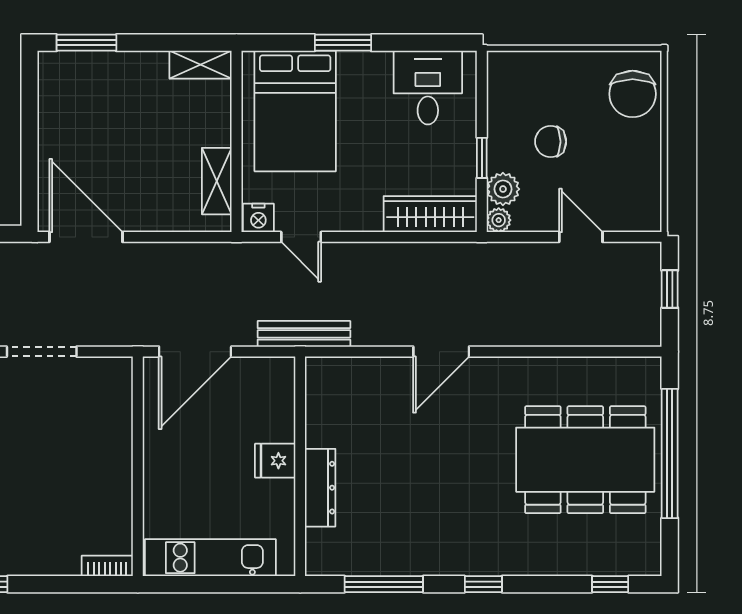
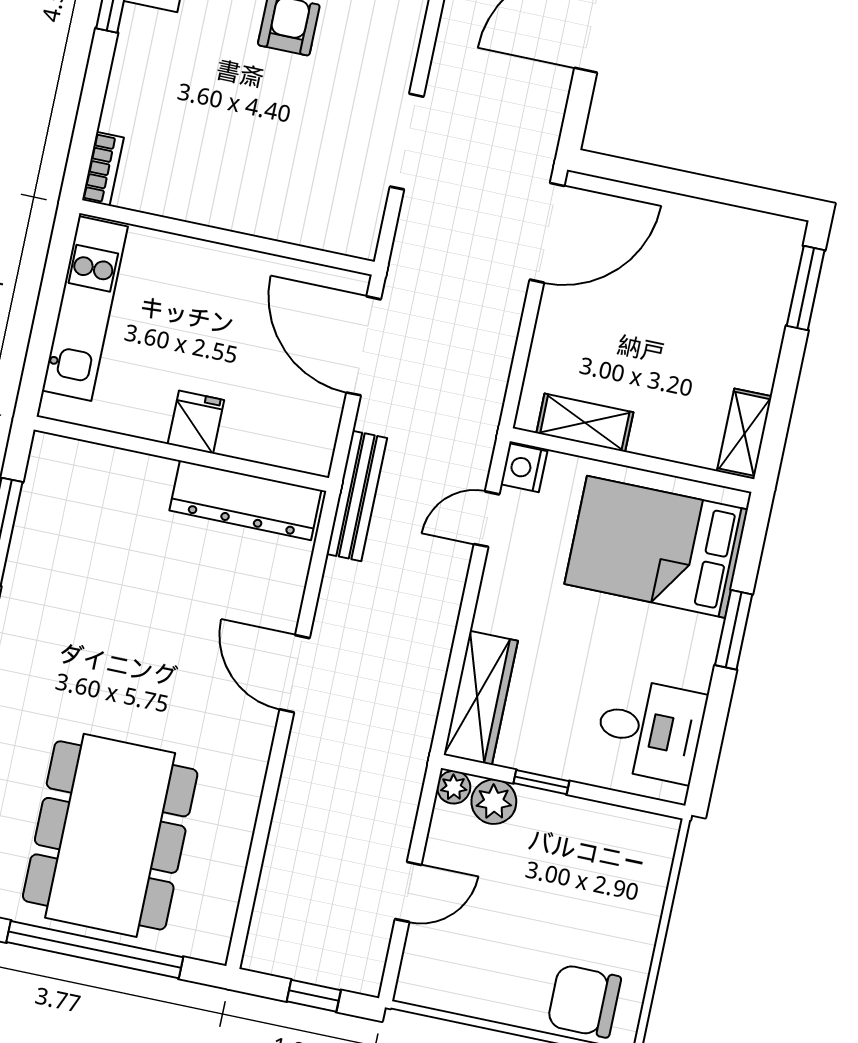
chair: (551, 142) -> (544, 879), removed
dresser: (320, 488) -> (245, 500), moved, width x1.37, depth x1.24

